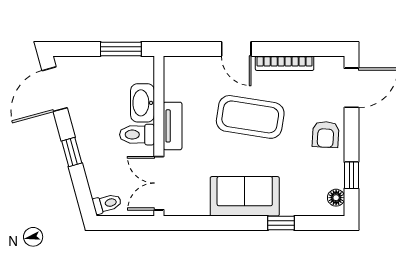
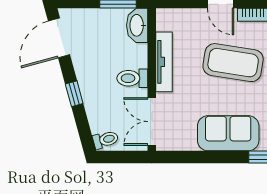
washbasin: (142, 103) -> (137, 25), moved
tv unit: (173, 126) -> (164, 62), width x1.41

